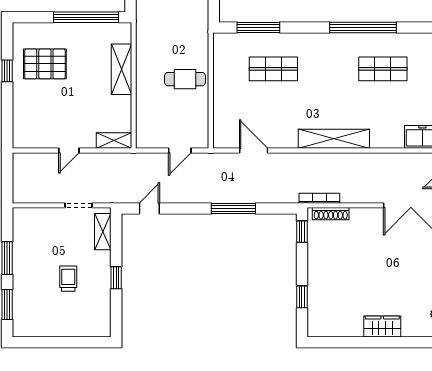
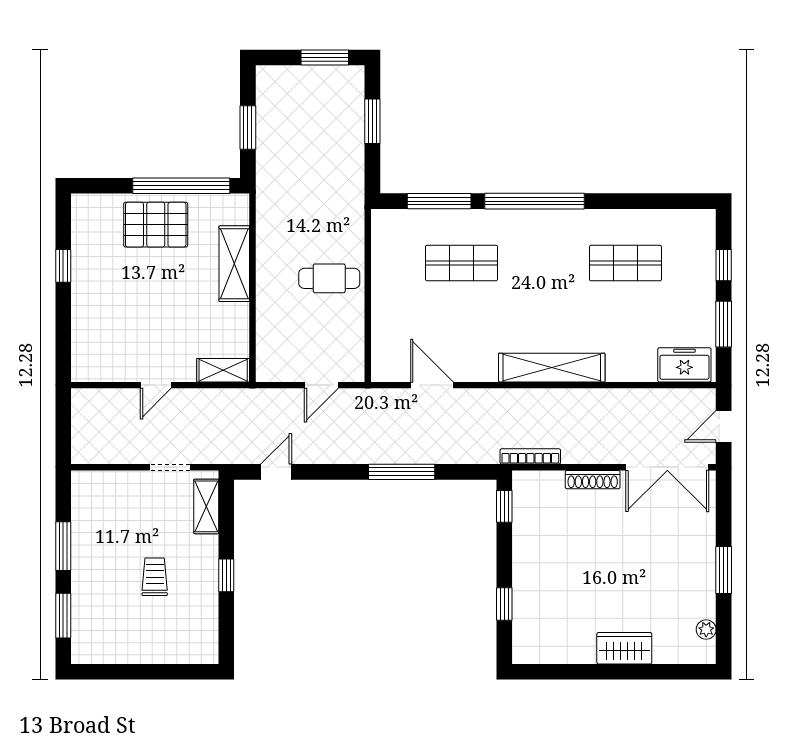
window: (363, 27) -> (534, 201), moved
pallet: (45, 64) -> (156, 225), moved
shoe rack: (331, 214) -> (593, 480), moved

